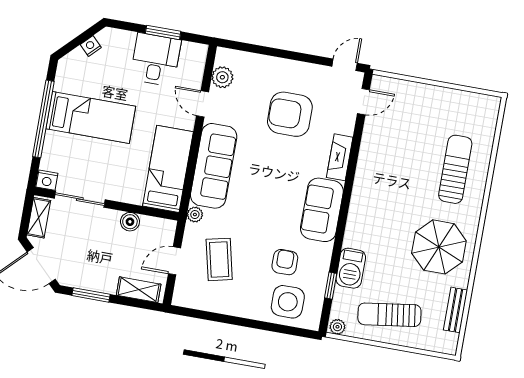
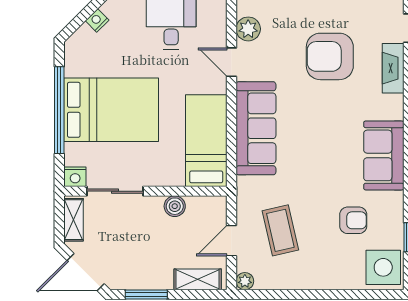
bed: (91, 118) -> (111, 110), width x1.50
fireplace: (340, 157) -> (393, 68), moved
plant: (195, 215) -> (245, 281), moved
armchair: (285, 262) -> (353, 220), turned 90
side table: (288, 302) -> (383, 267), moved

